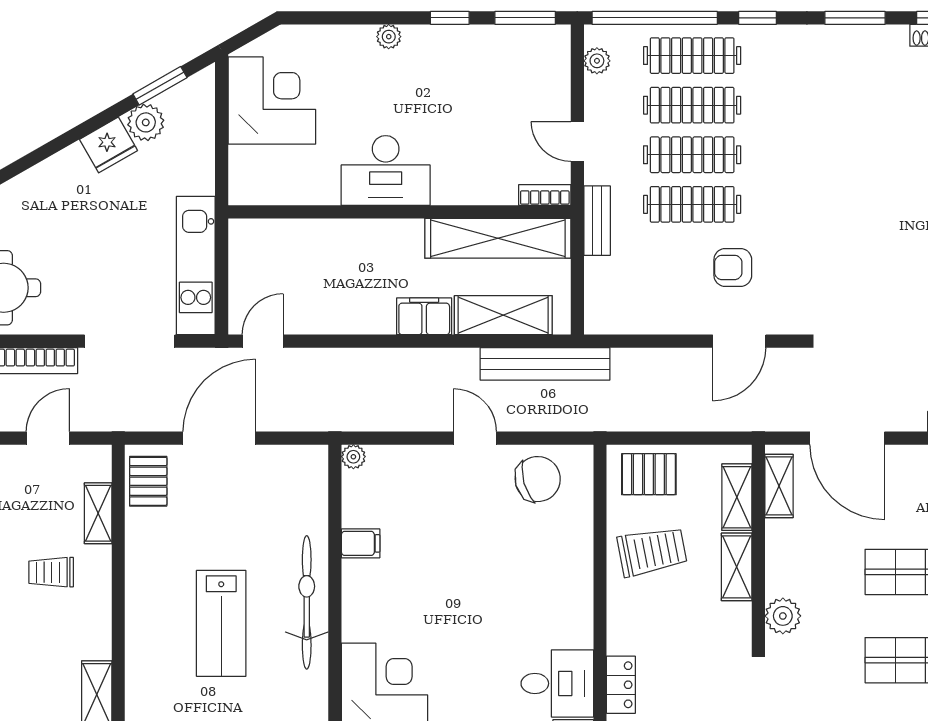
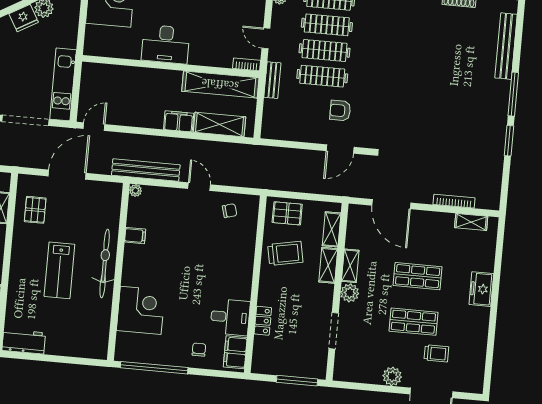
bench: (545, 364) -> (146, 170), moved
chair: (538, 479) -> (230, 211), width x0.54, depth x0.54
pallet: (148, 481) -> (35, 210), moved
shelving: (779, 486) -> (350, 266), moved

